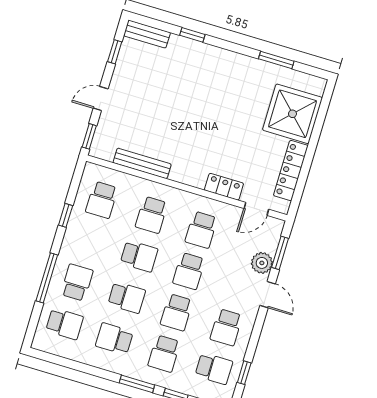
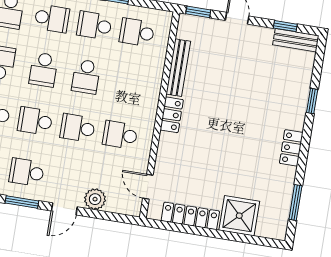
bench: (147, 34) -> (296, 40), moved, turned 90
window: (276, 60) -> (295, 203), moved
locker: (236, 62) -> (291, 148), added
shower: (292, 114) -> (239, 216), width x0.73, depth x0.73
locker: (224, 187) -> (172, 115), moved
school desk: (152, 215) -> (94, 25), moved
window: (280, 253) -> (22, 202), moved

